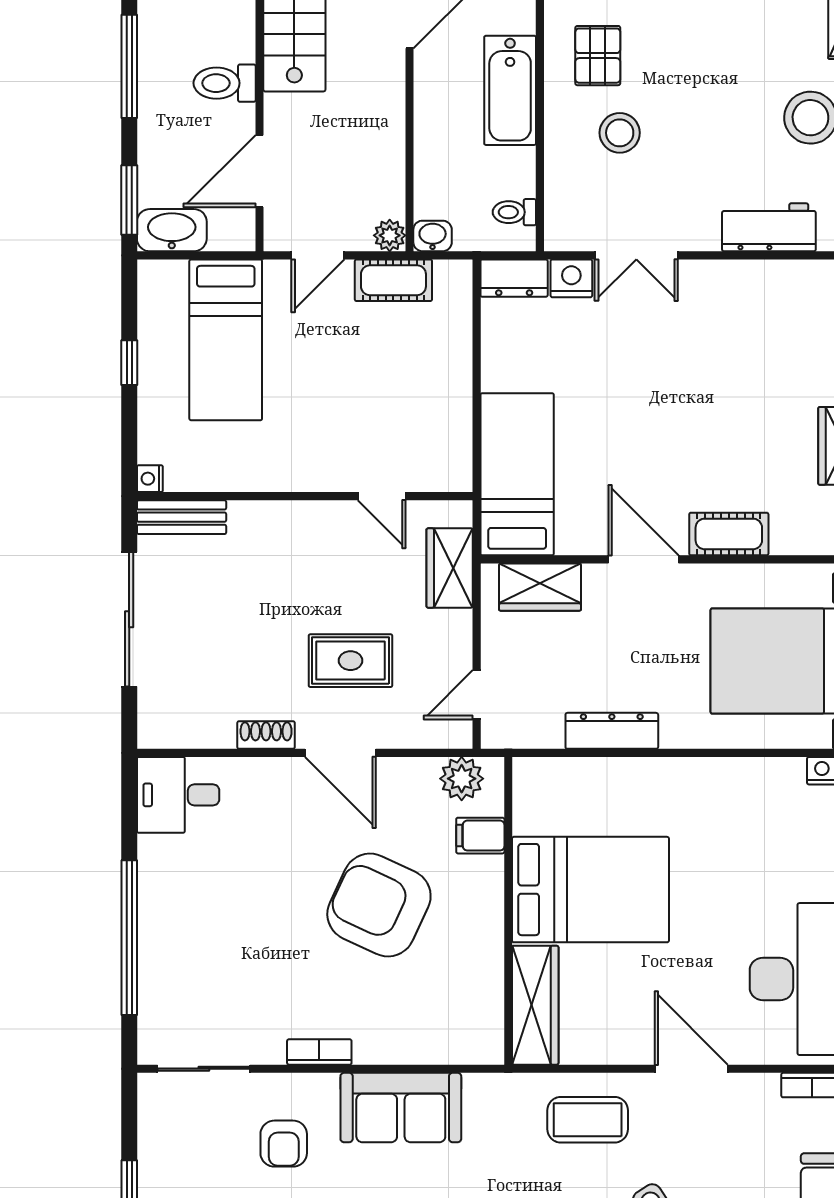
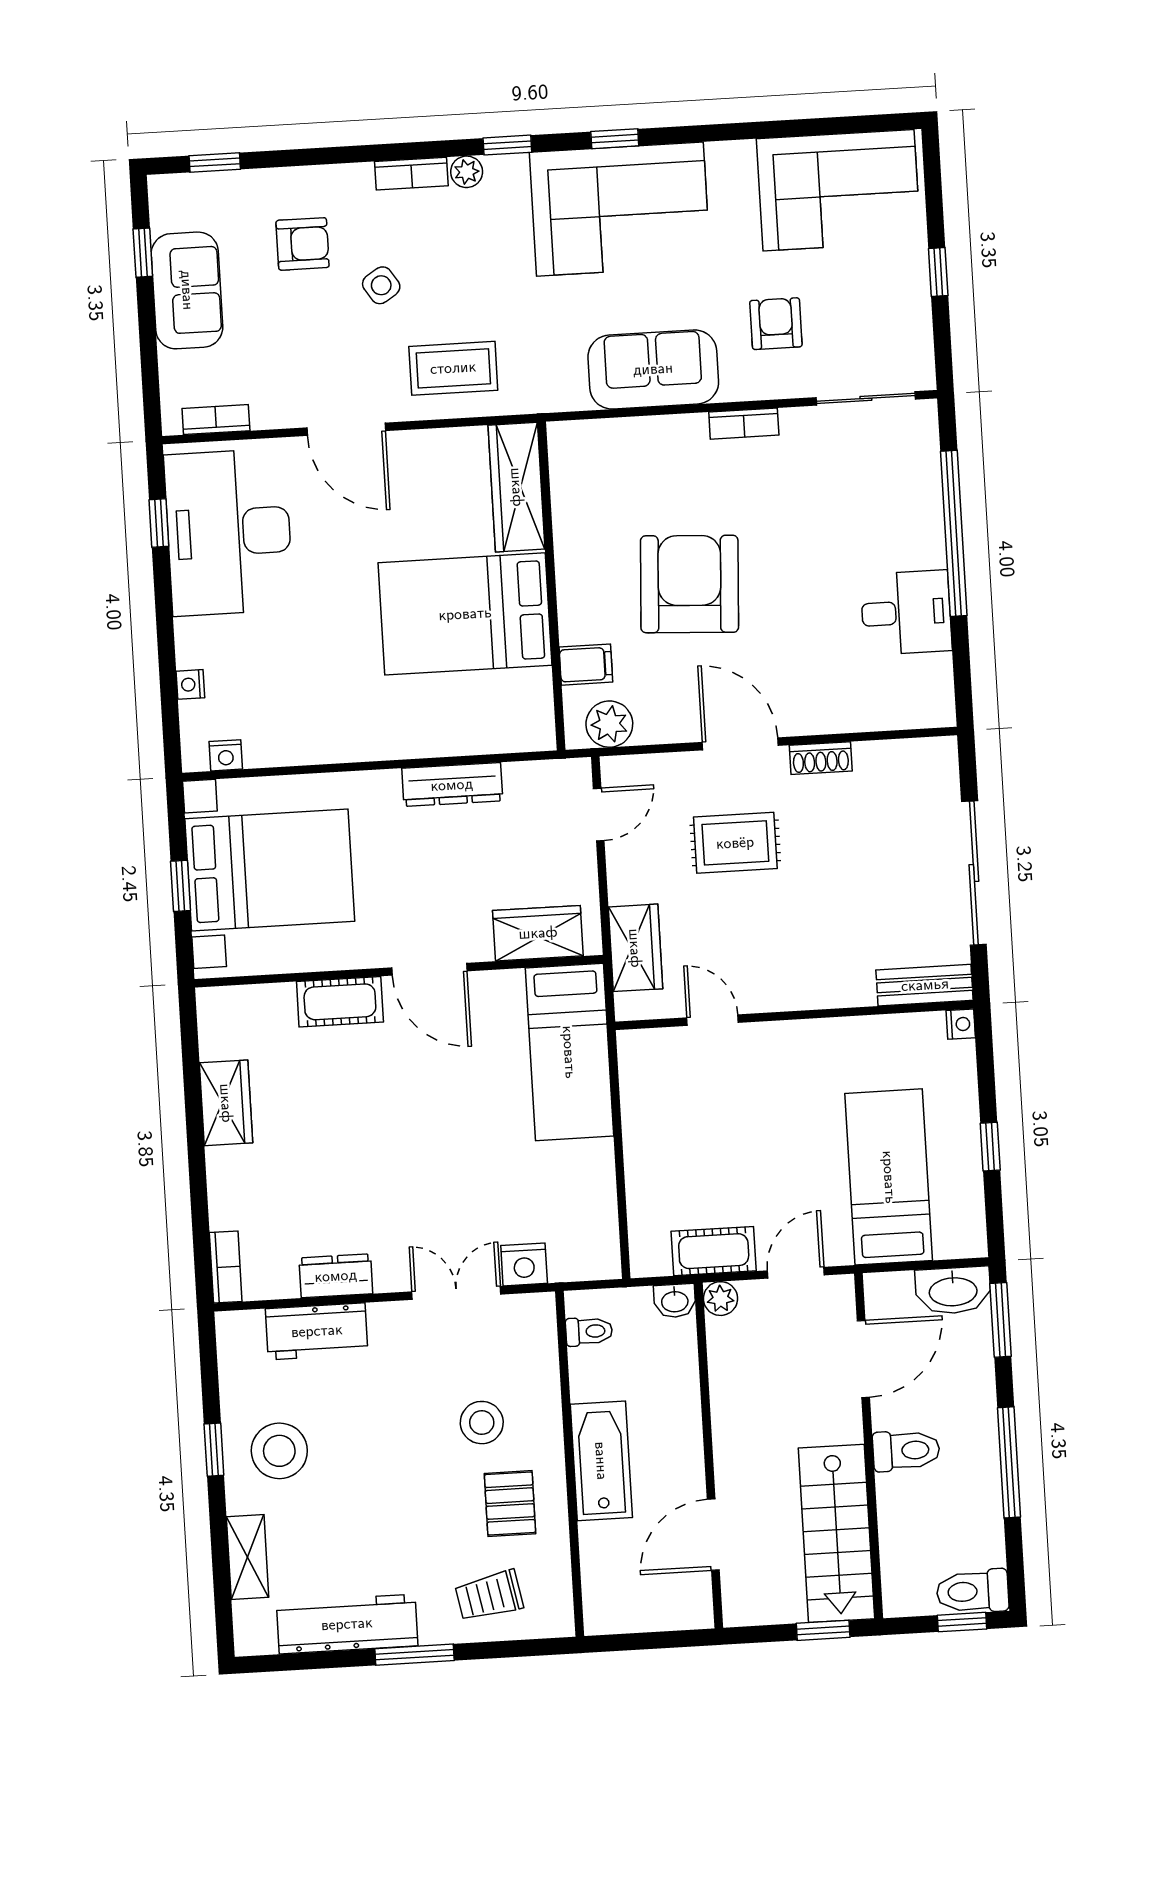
dresser: (514, 278) -> (336, 1276), moved
desk: (178, 795) -> (906, 613), moved
armchair: (379, 905) -> (689, 584), turned -112

